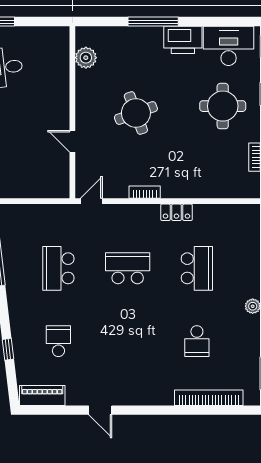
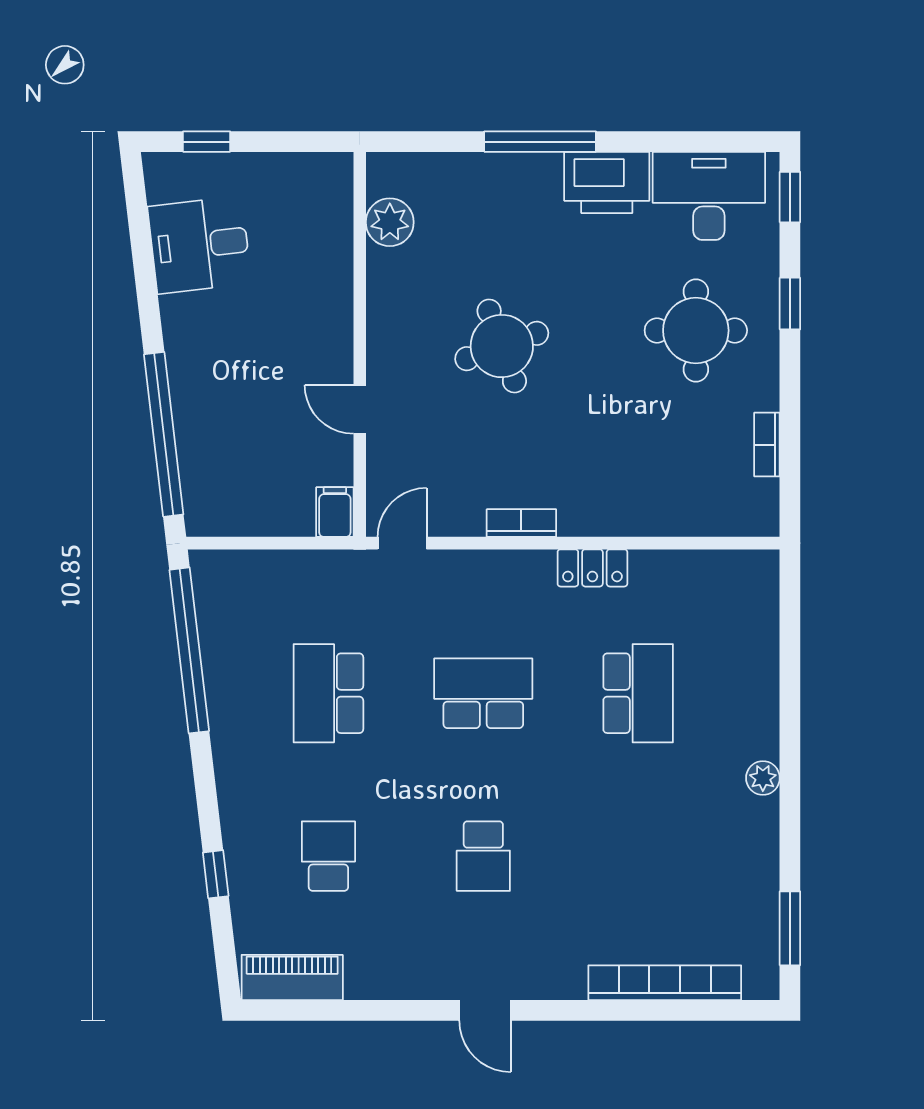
filing cabinet: (61, 187) -> (335, 512), added
school desk: (197, 341) -> (483, 856), moved
door: (100, 410) -> (485, 1010), moved

